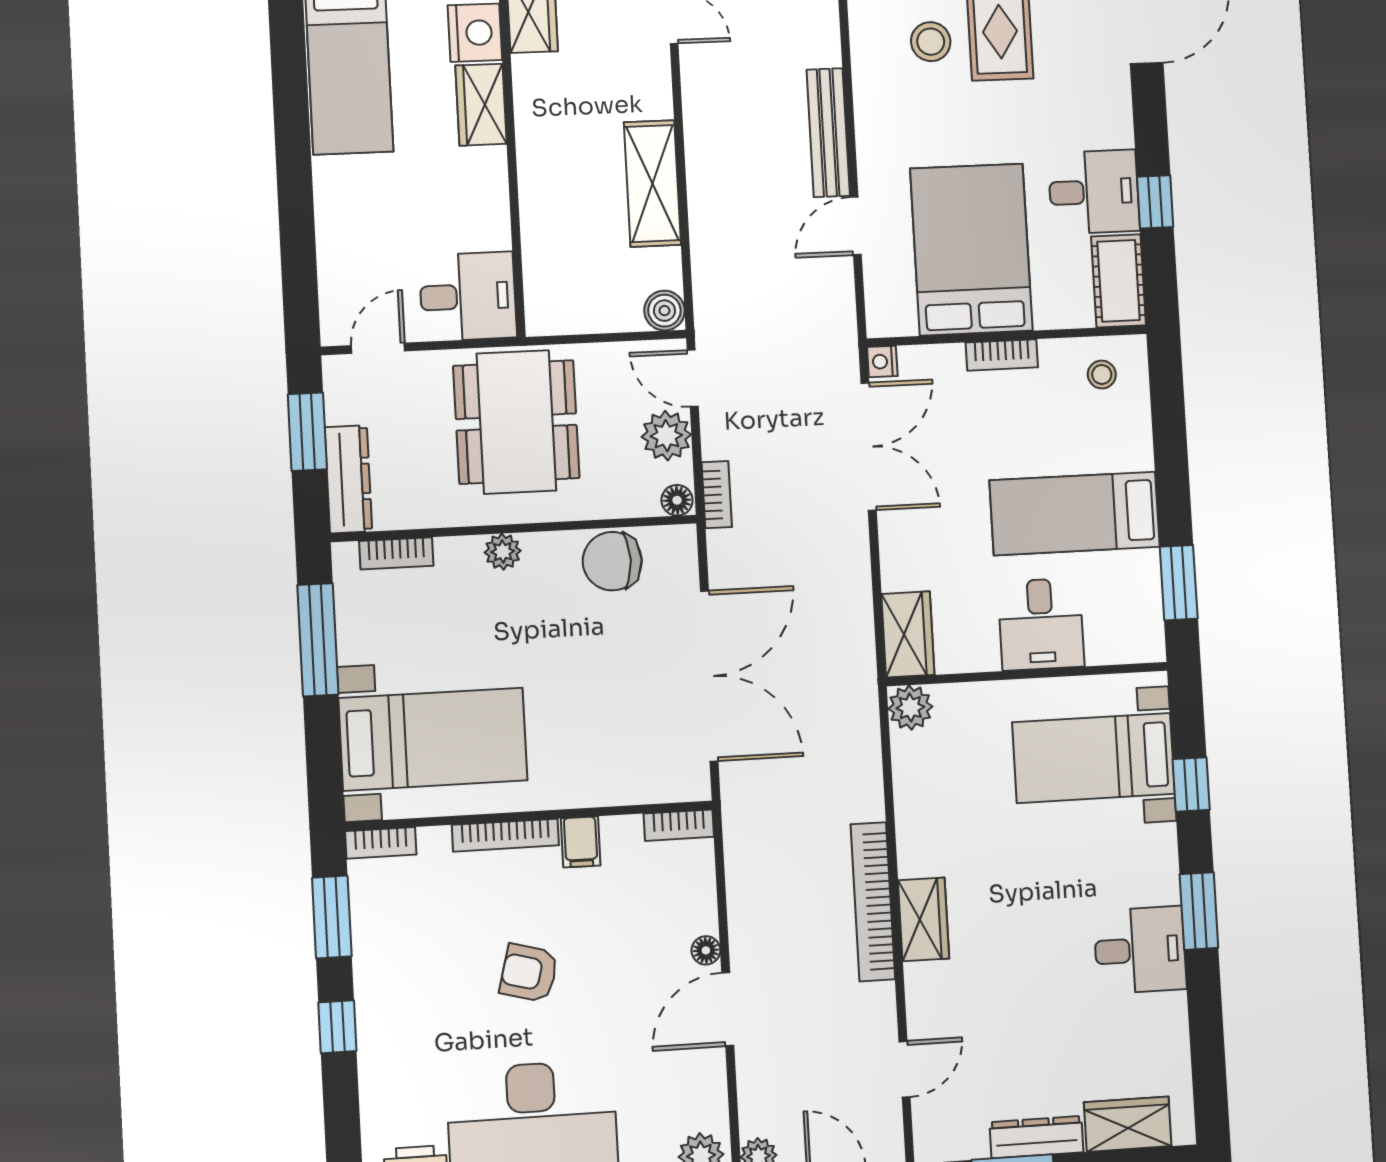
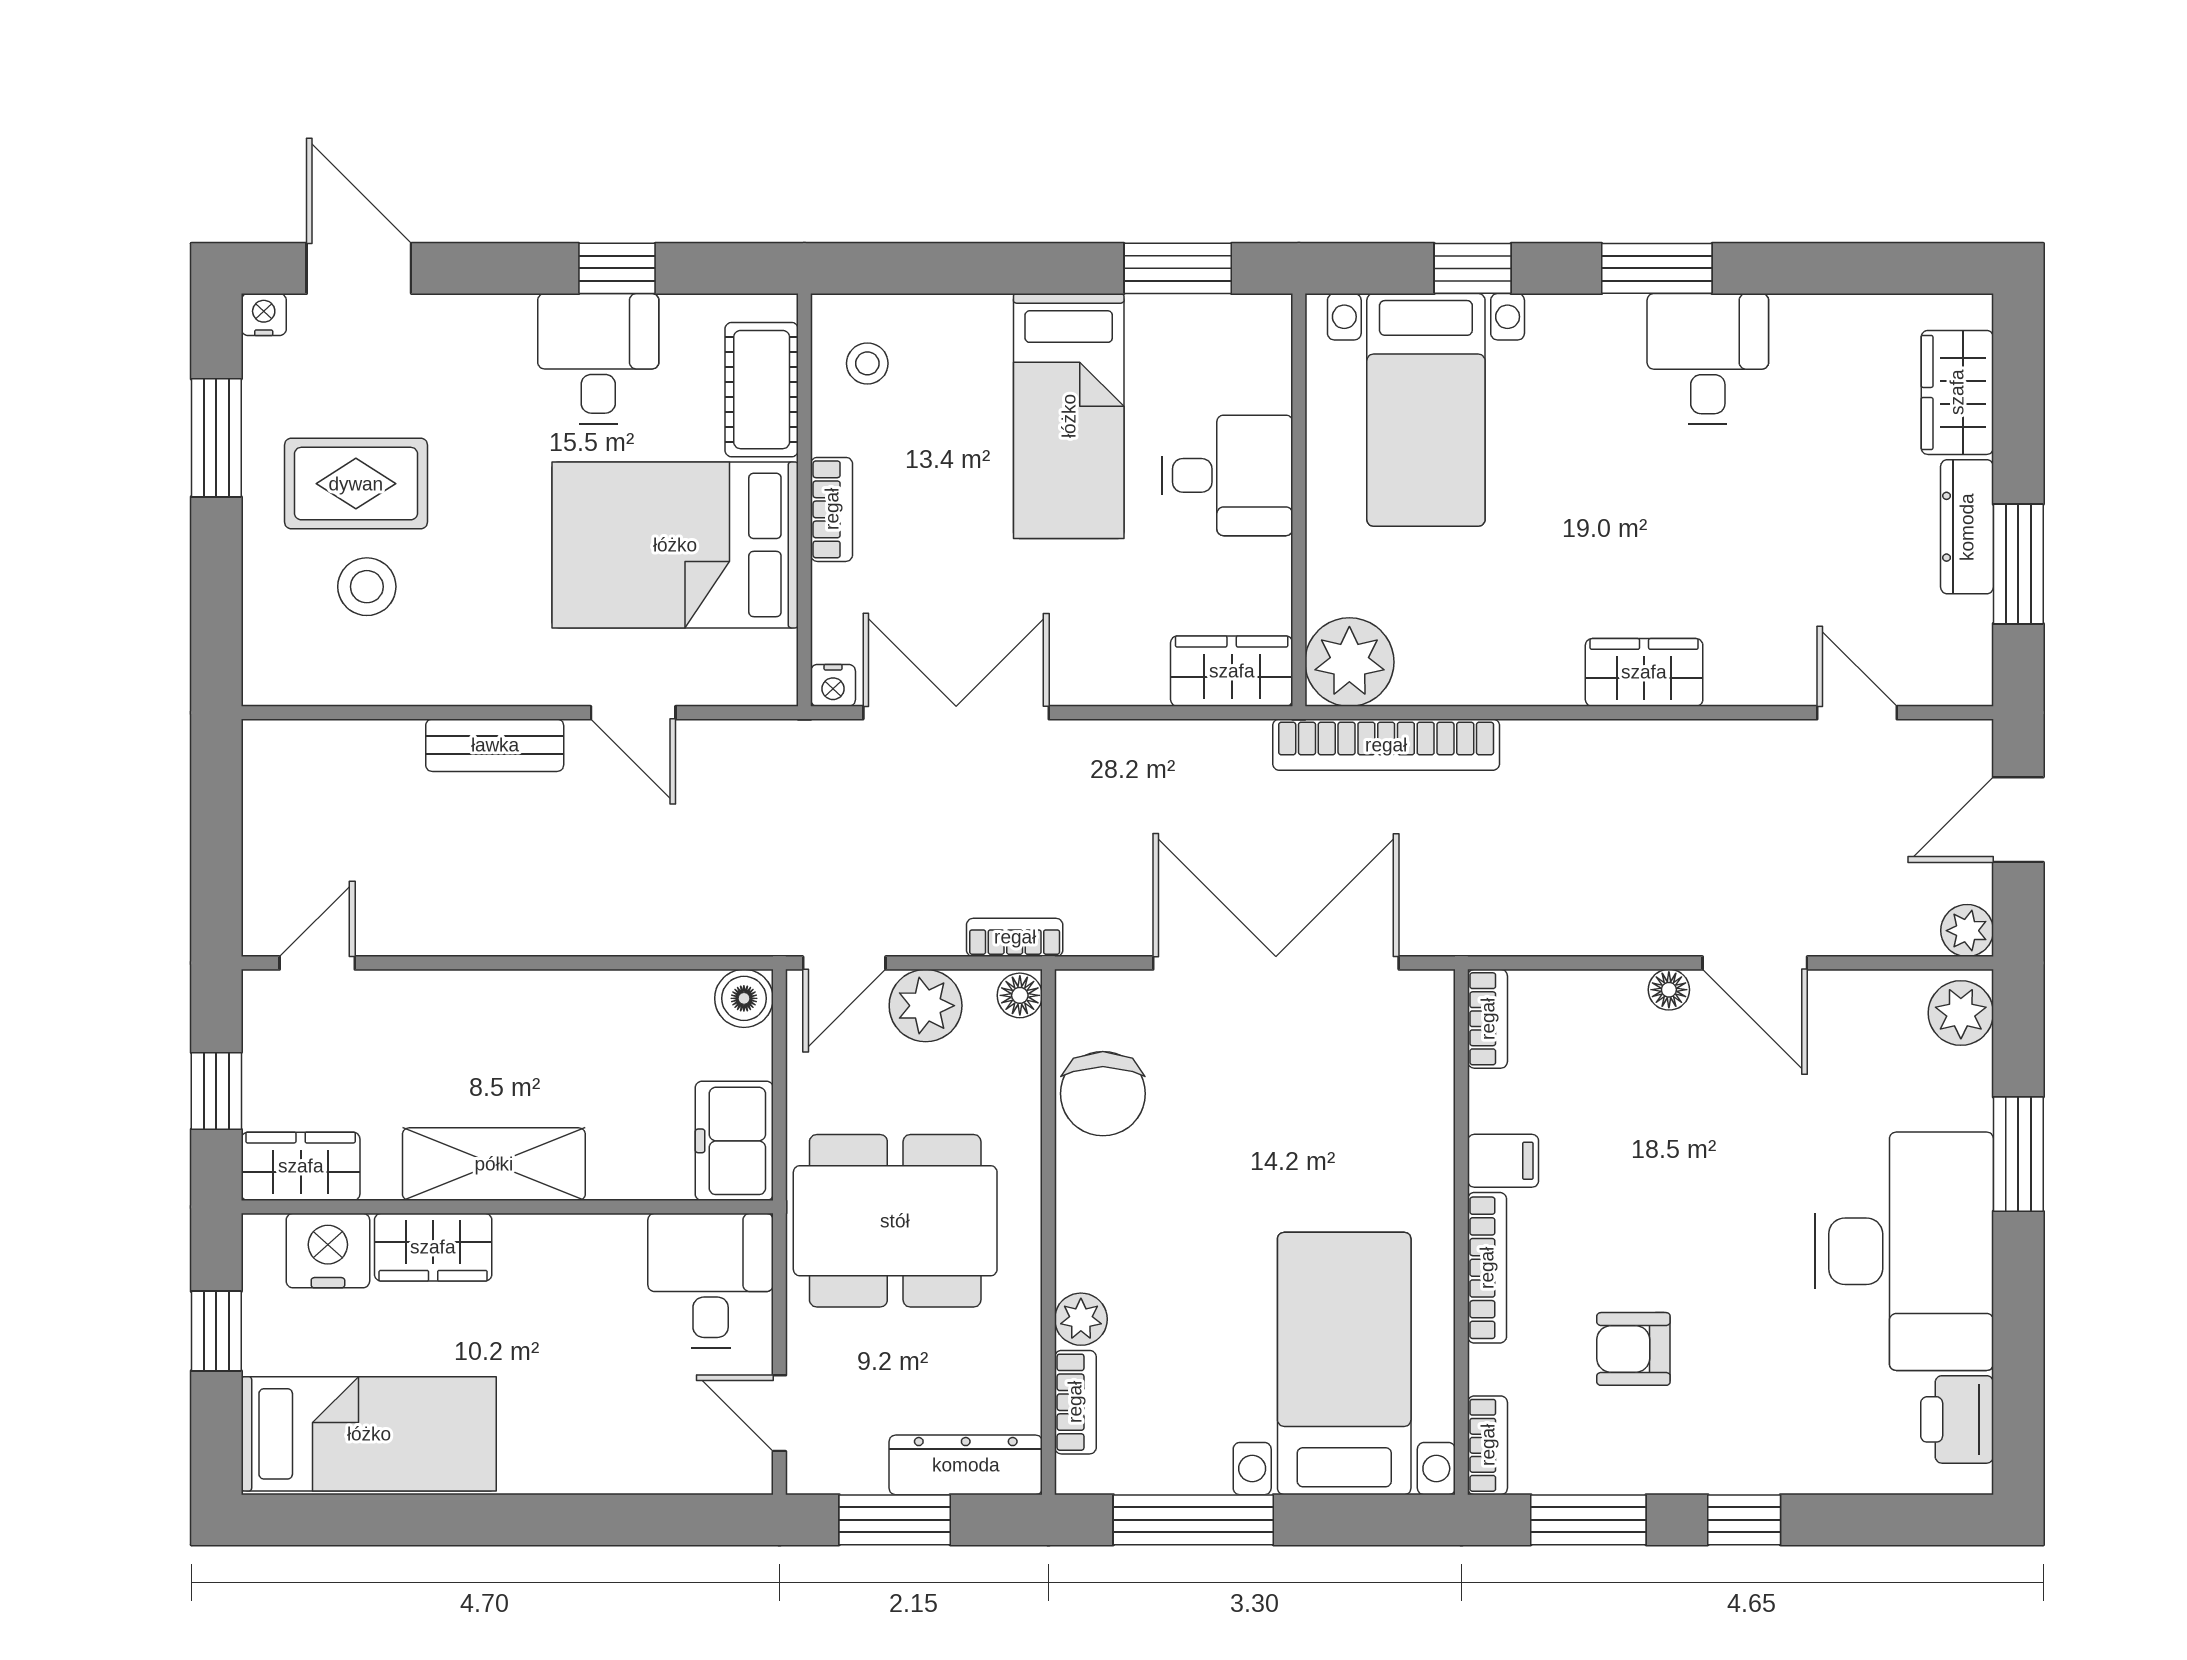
bench: (828, 133) -> (495, 745), width x0.73
shelving: (652, 184) -> (494, 1164), moved
cot: (1119, 281) -> (762, 390), moved, turned 90
freezer: (566, 308) -> (734, 1141), added
plant: (503, 552) -> (1081, 1319), moved
plant: (910, 708) -> (1349, 662), width x1.36, depth x1.36
bookcase: (873, 902) -> (1386, 745), moved
armchair: (529, 973) -> (1633, 1349), moved, turned 75

